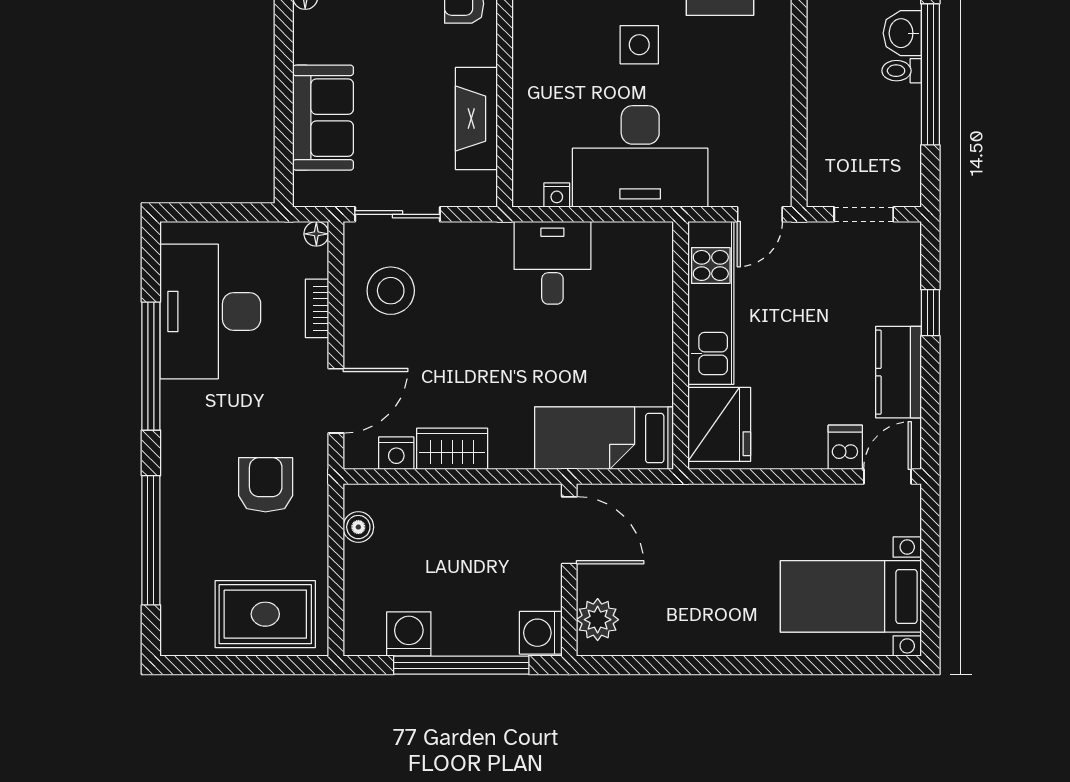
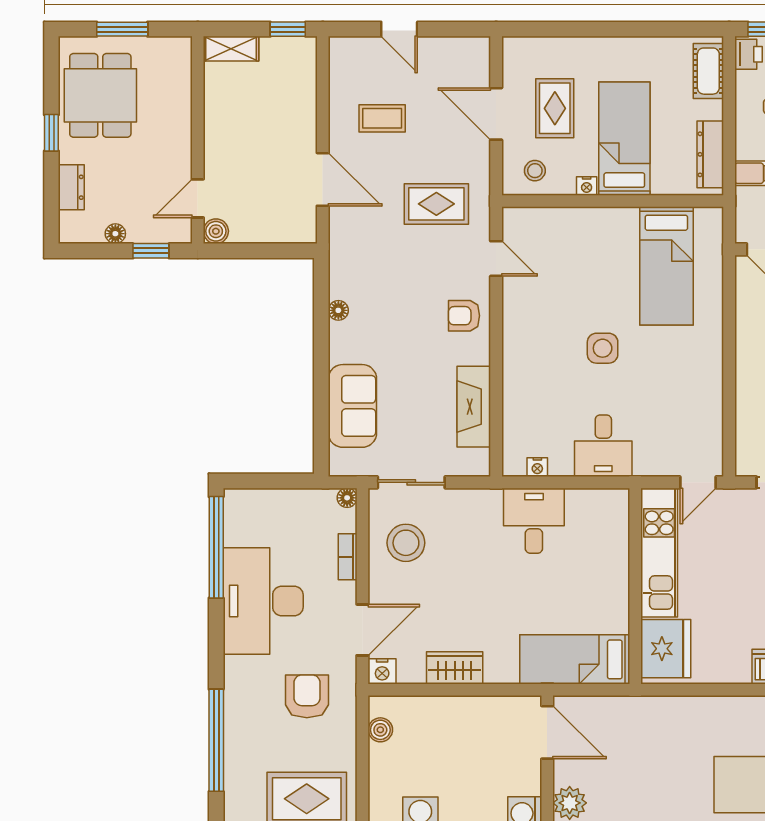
desk: (640, 156) -> (603, 446), width x0.53, depth x0.77
desk: (210, 311) -> (263, 601), moved
window: (151, 366) -> (216, 547), moved
nightstand: (396, 453) -> (382, 671), moved

